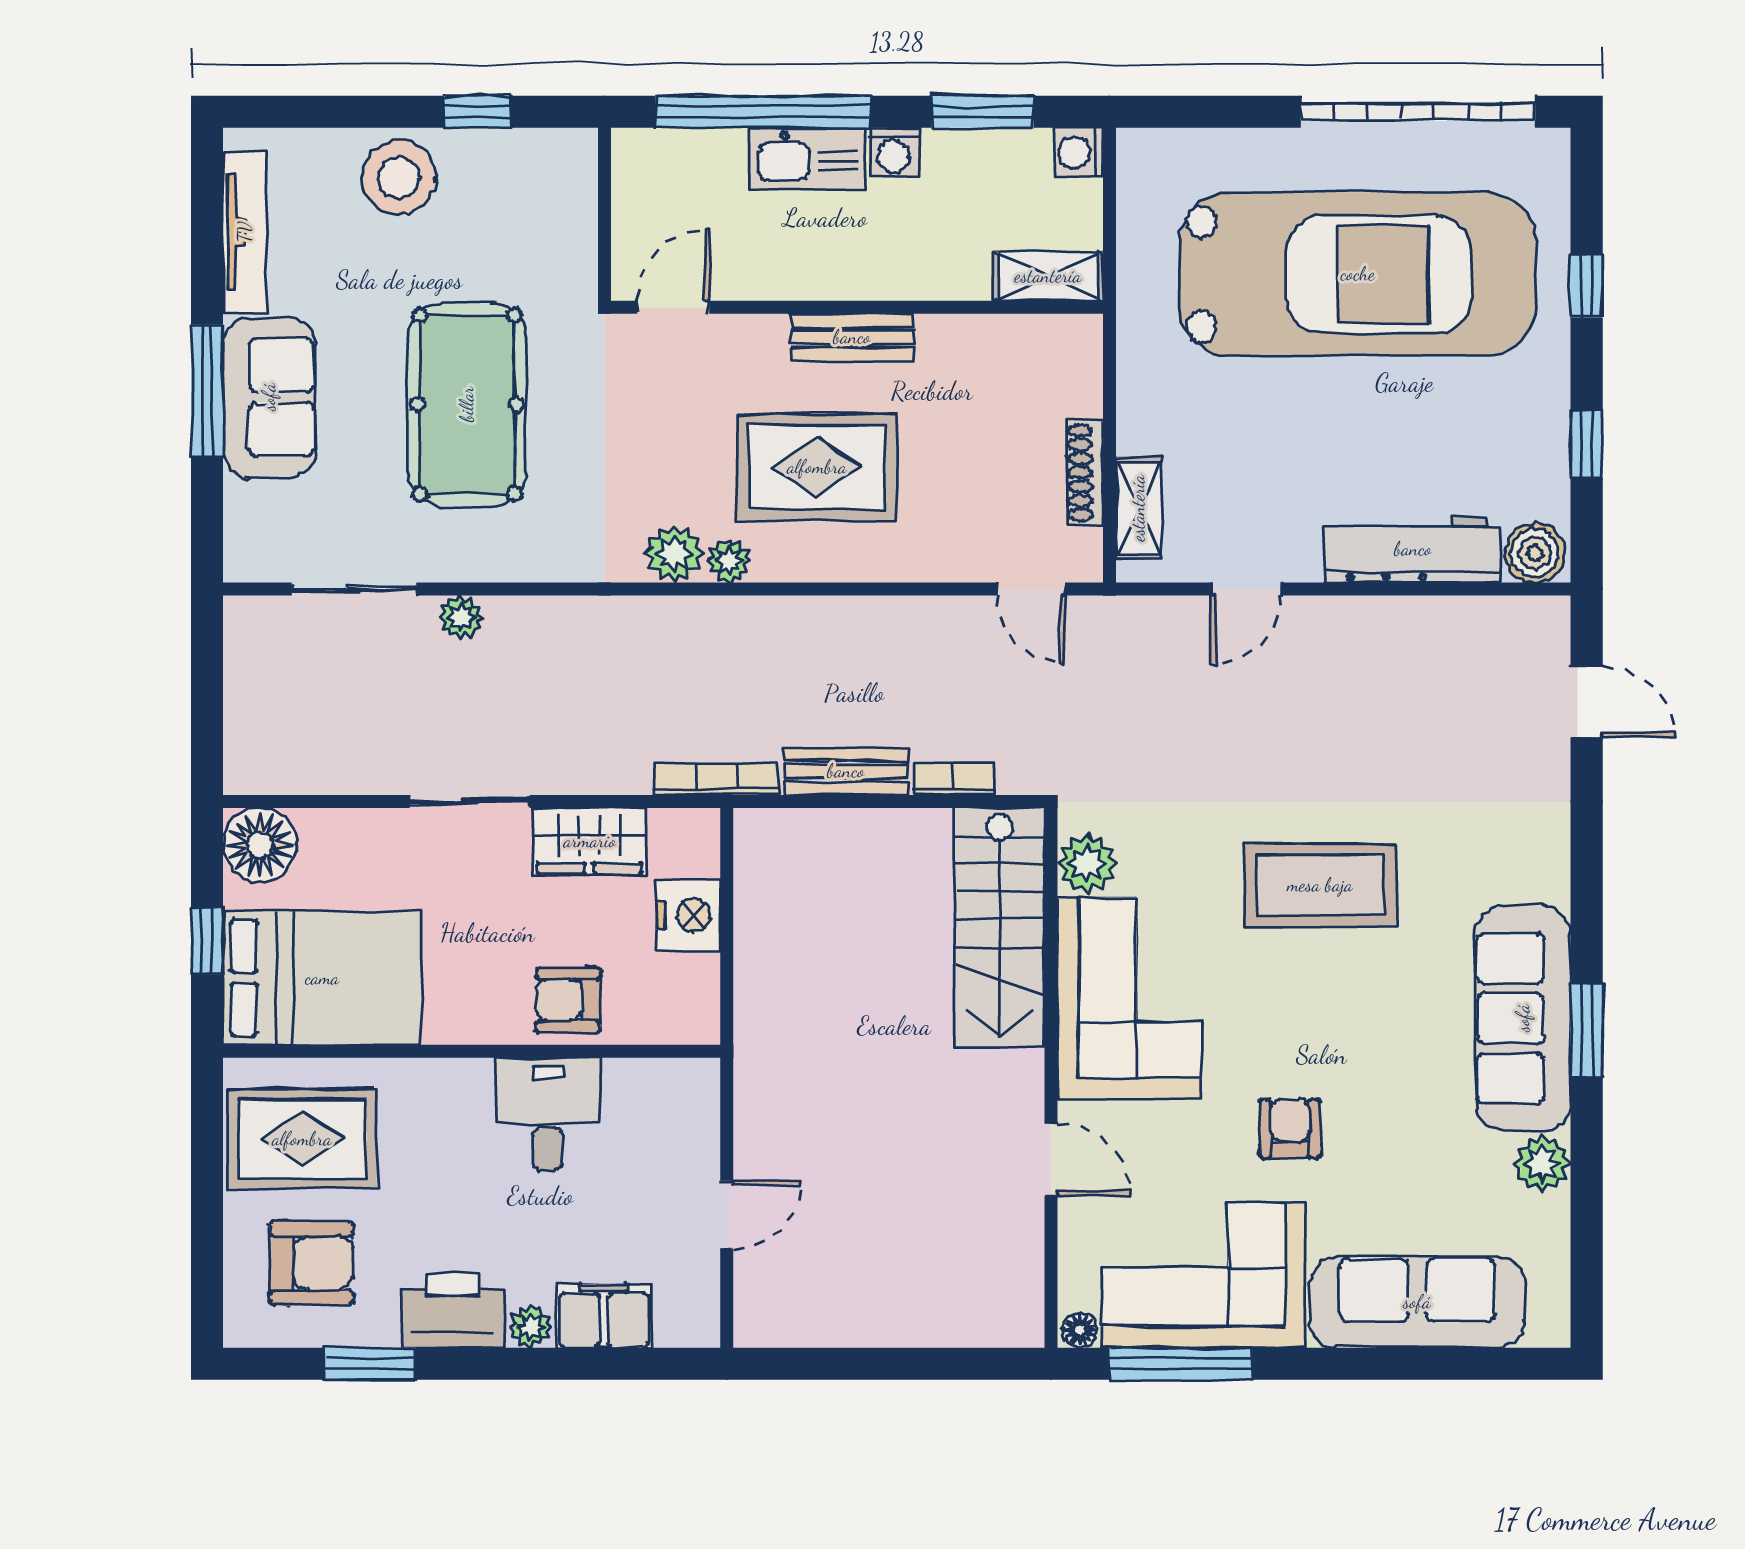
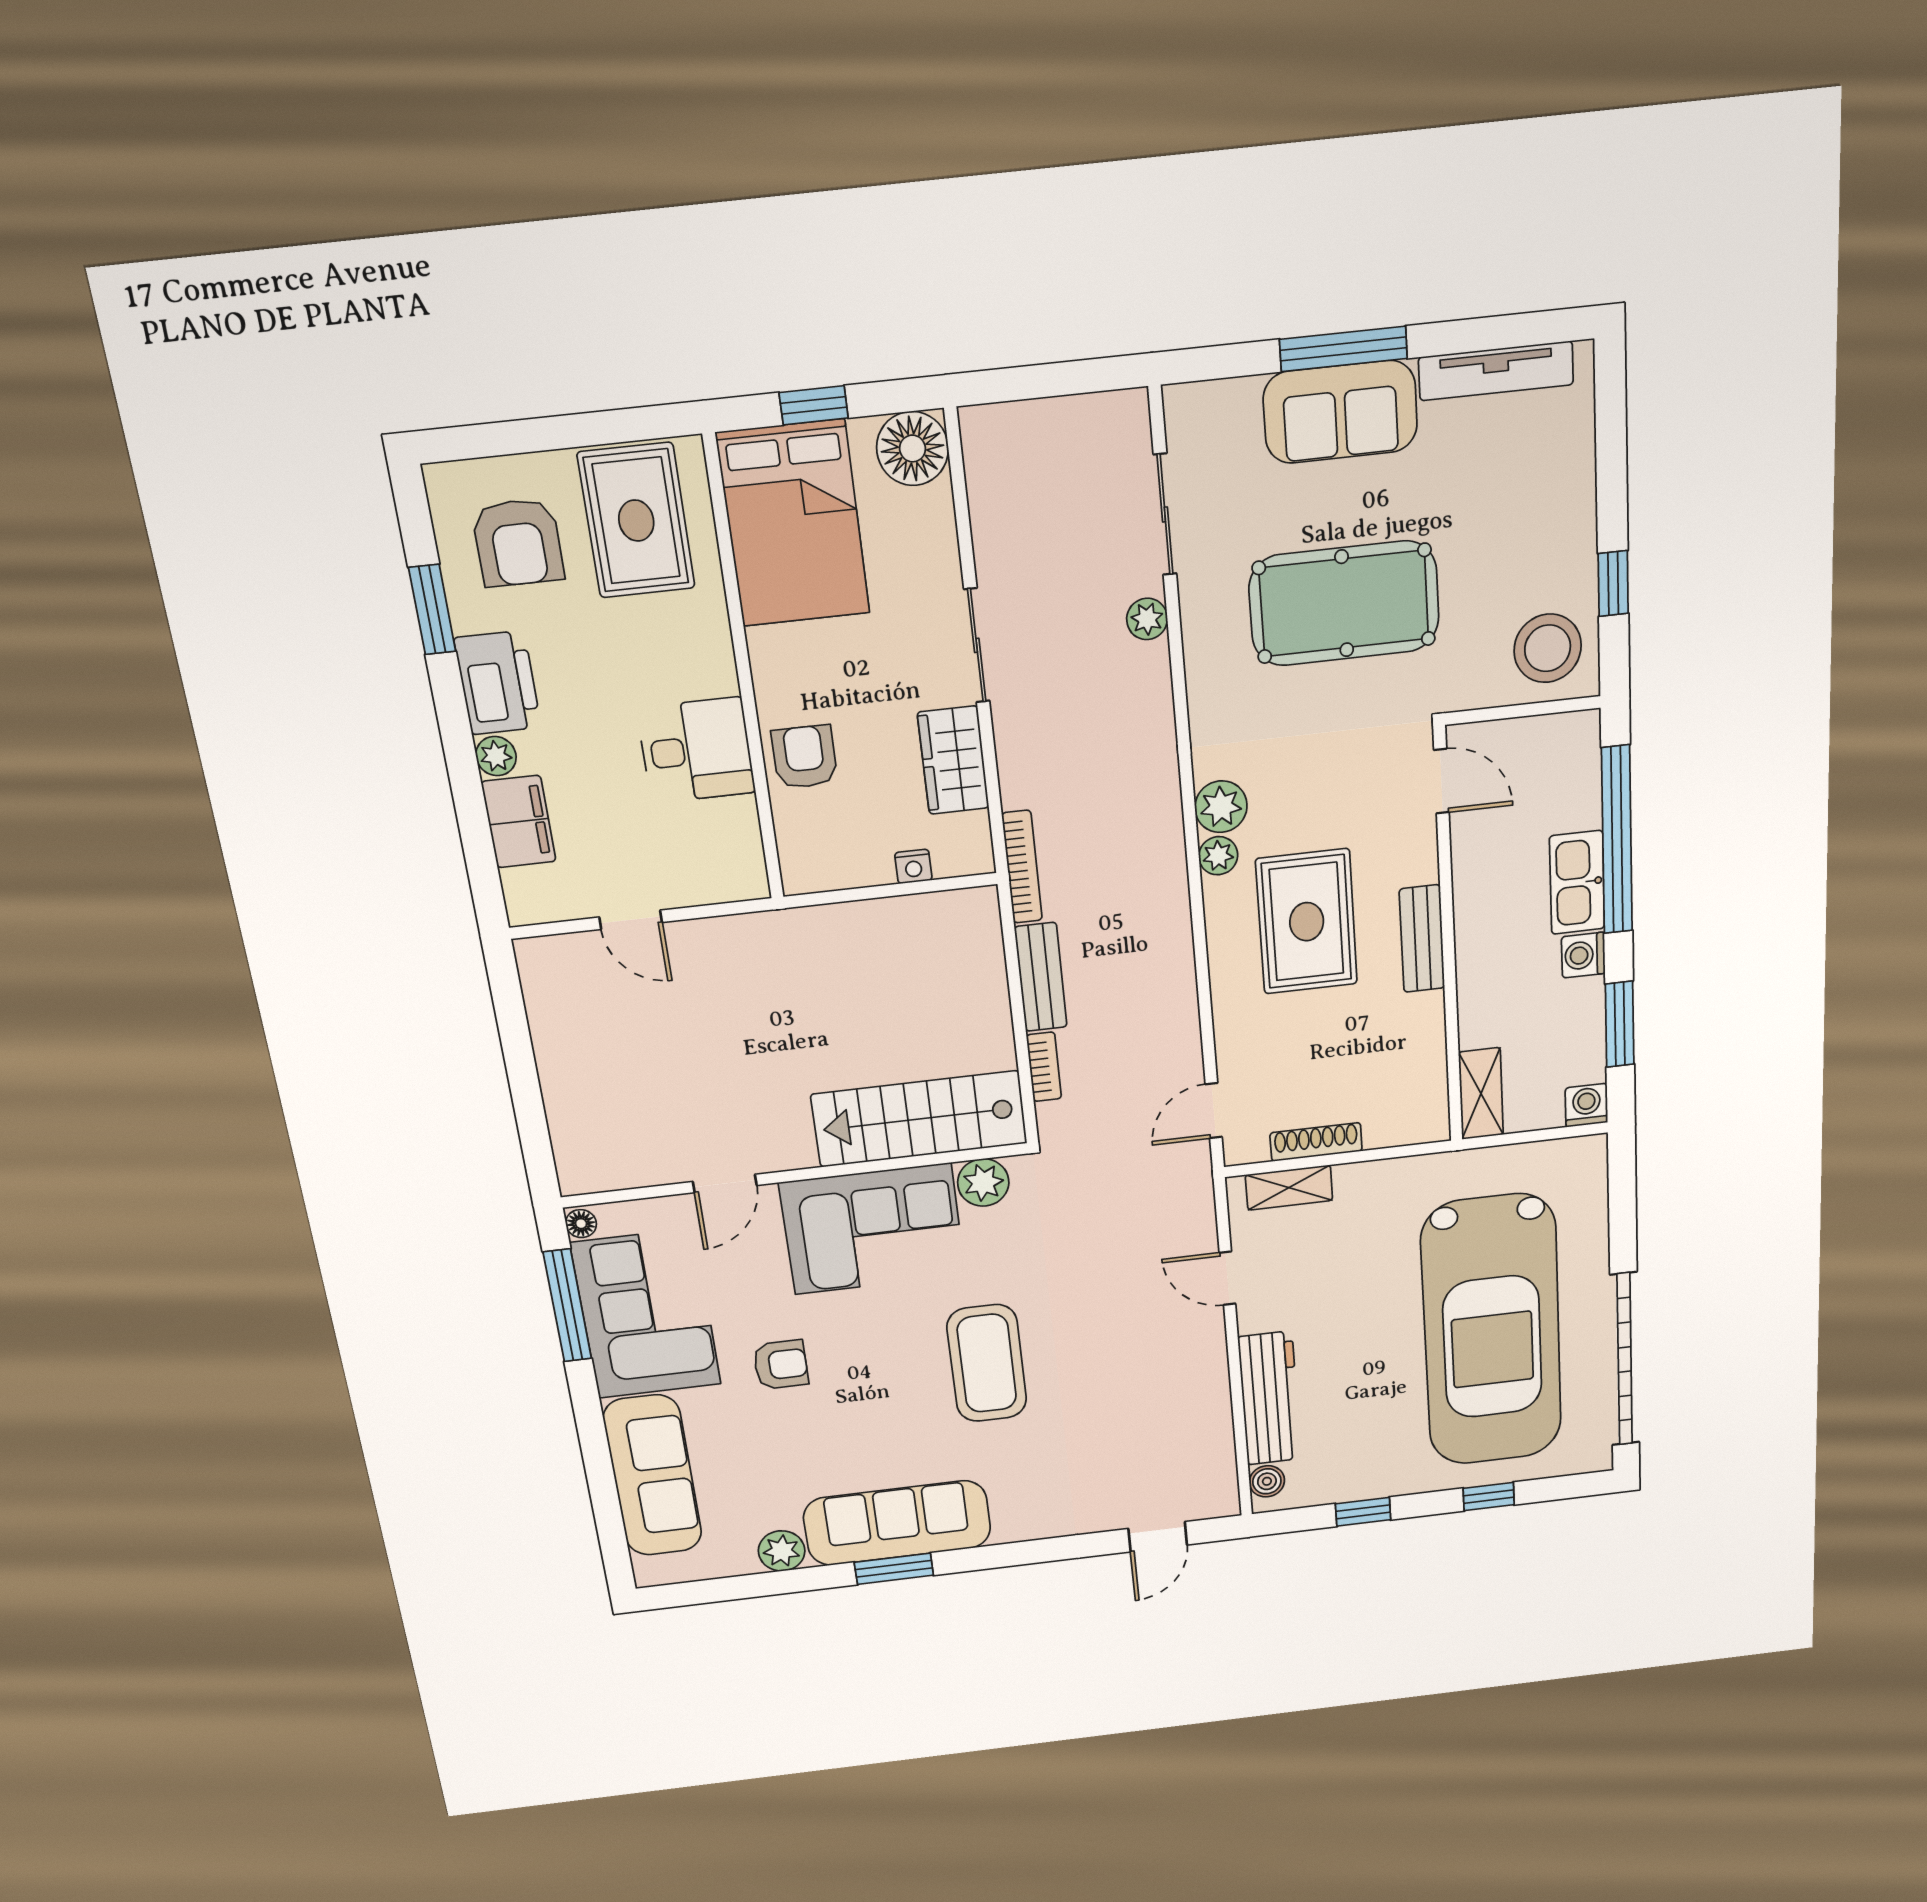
stool: (399, 178) -> (1548, 648), moved
boiler: (1535, 553) -> (1267, 1481), width x0.73, depth x0.73
nightstand: (688, 915) -> (913, 866), width x0.53, depth x0.56

